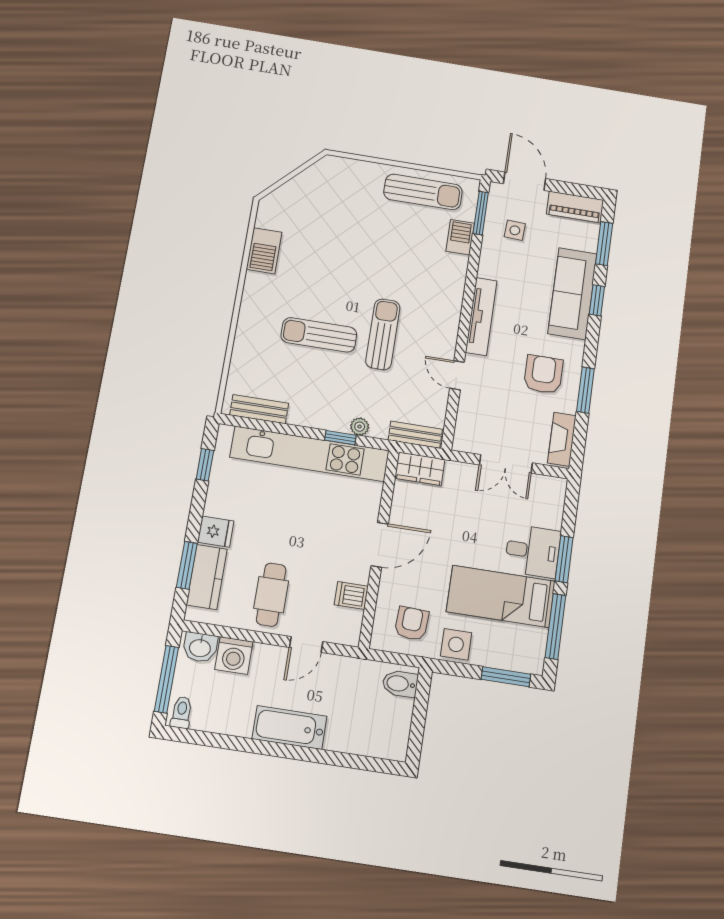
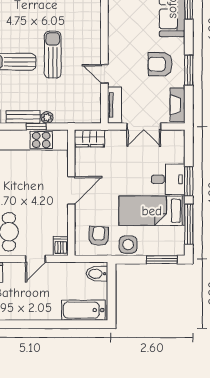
tv unit: (481, 316) -> (115, 105), moved, width x0.71
armchair: (543, 374) -> (160, 64), turned -90
bench: (415, 435) -> (23, 117), moved
dishwasher: (351, 595) -> (61, 246), moved, turned 90
bathtub: (289, 727) -> (83, 310), moved

